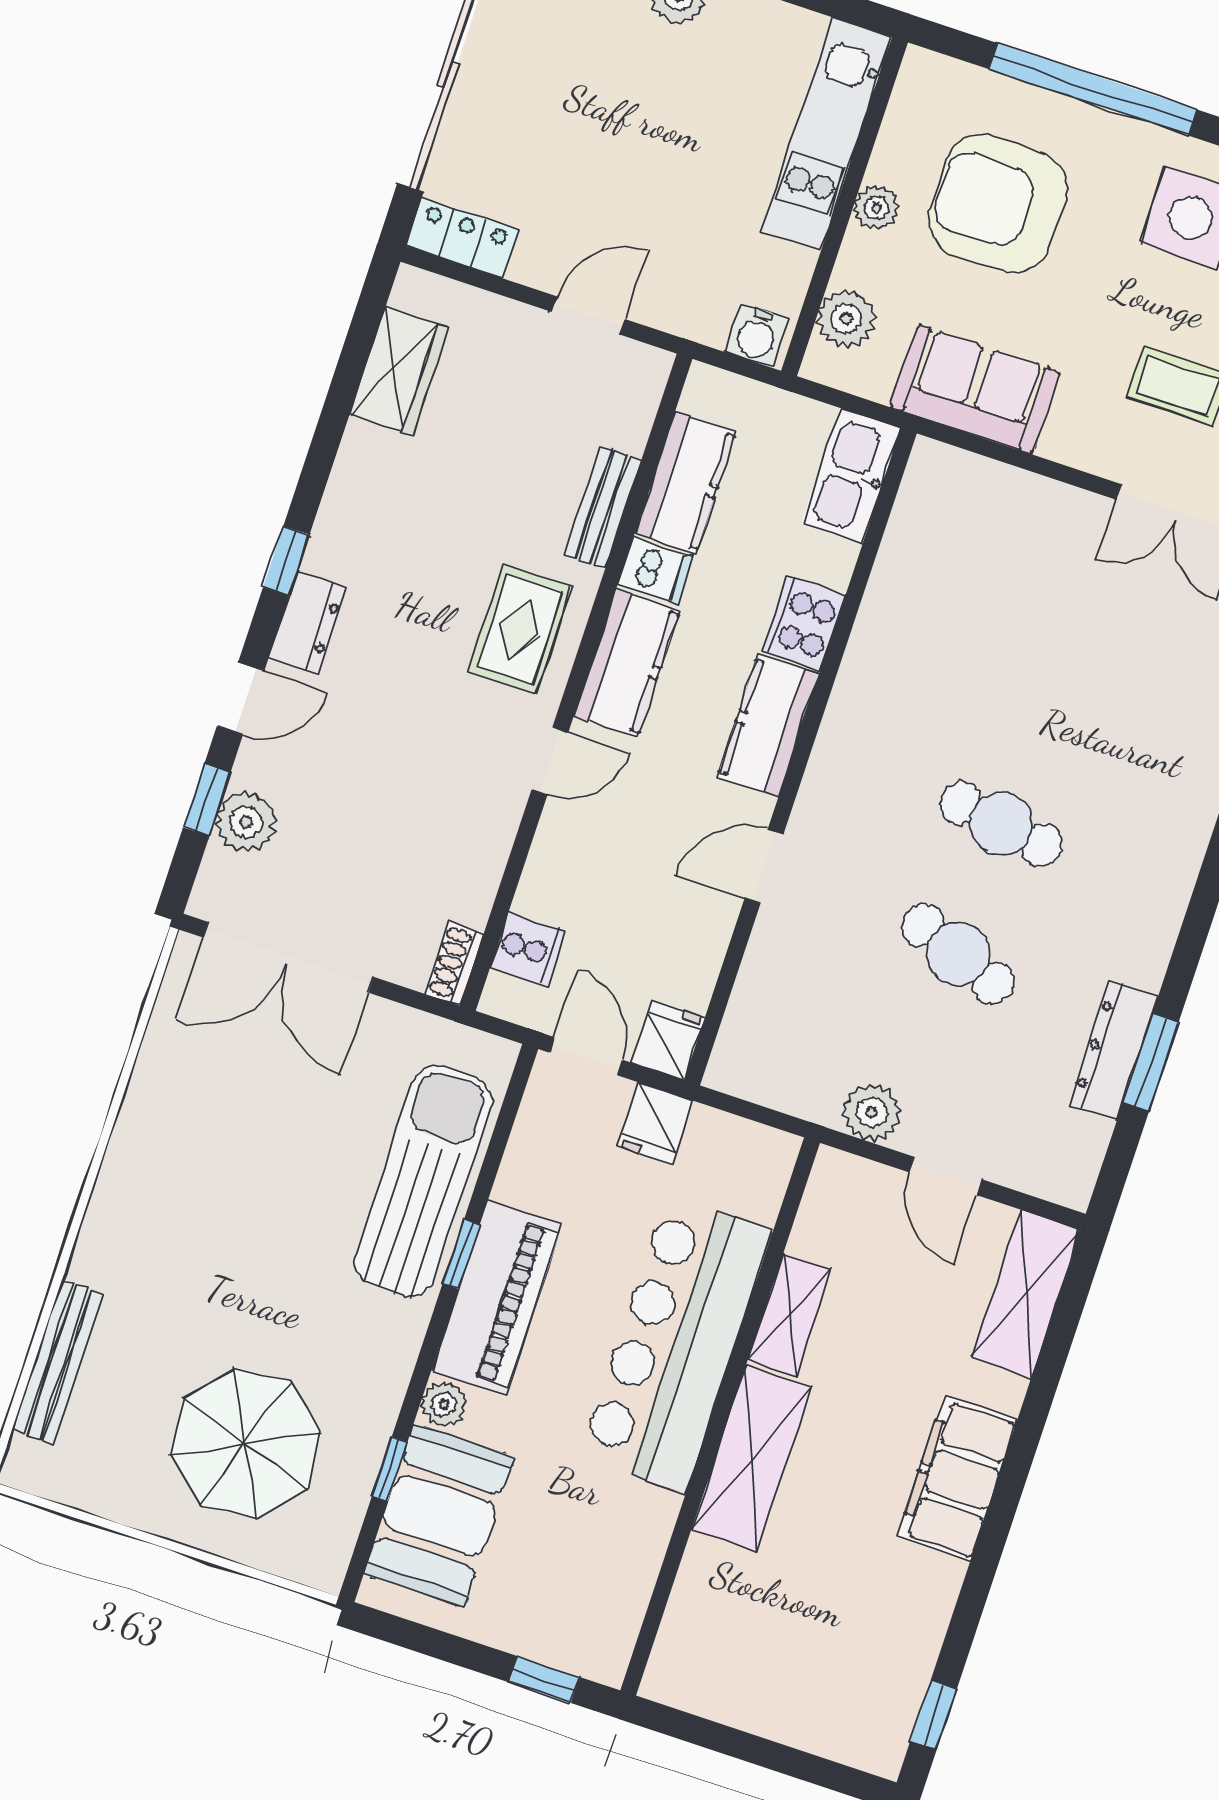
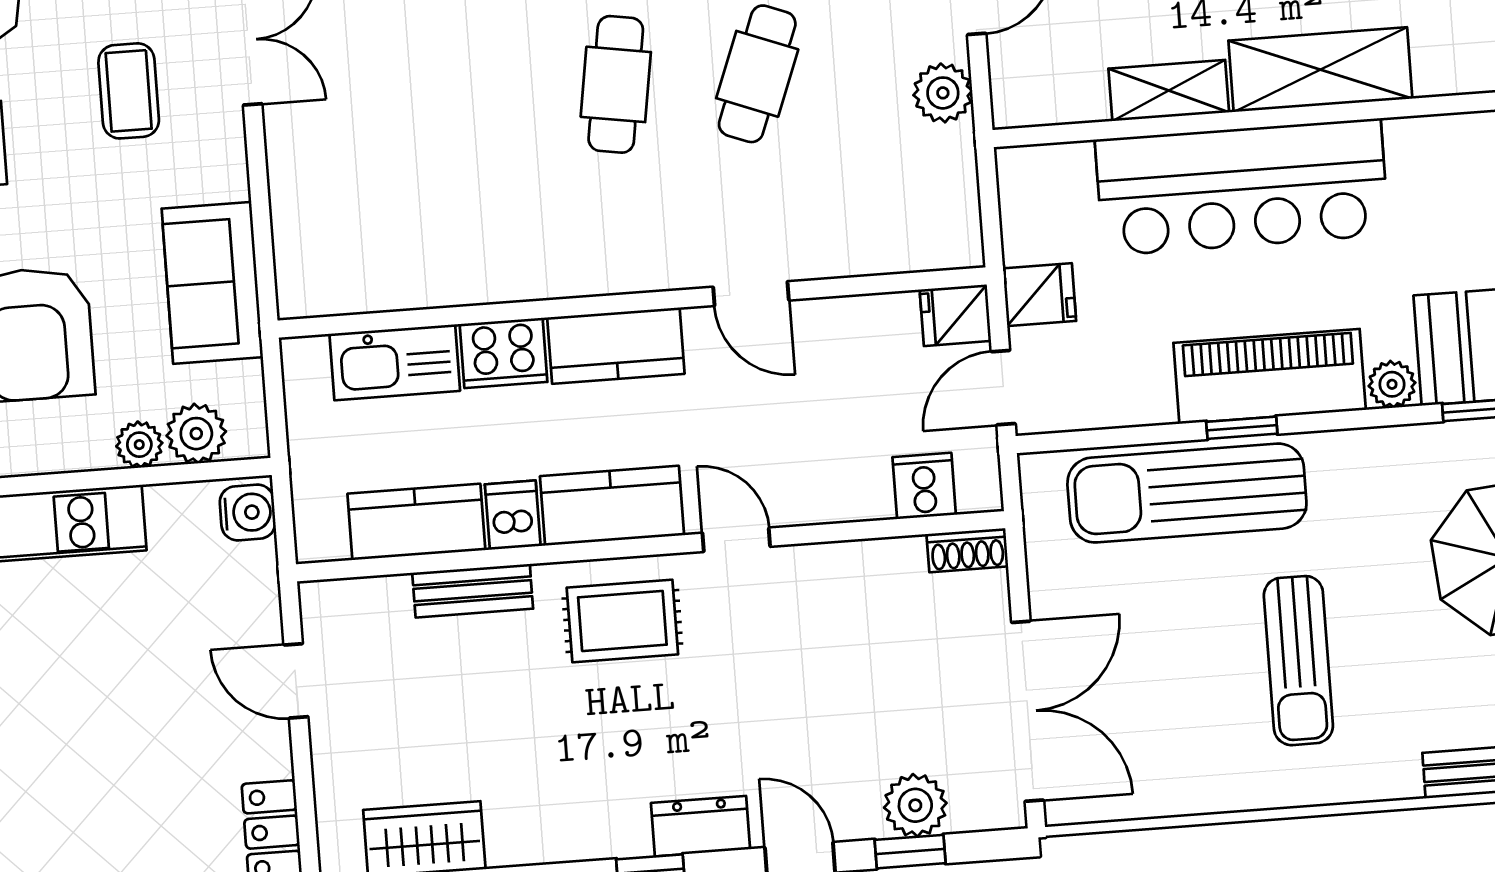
plant: (876, 208) -> (139, 445), moved
kitchen sink: (851, 476) -> (395, 362), moved
sun lounger: (232, 1218) -> (1298, 661), added

